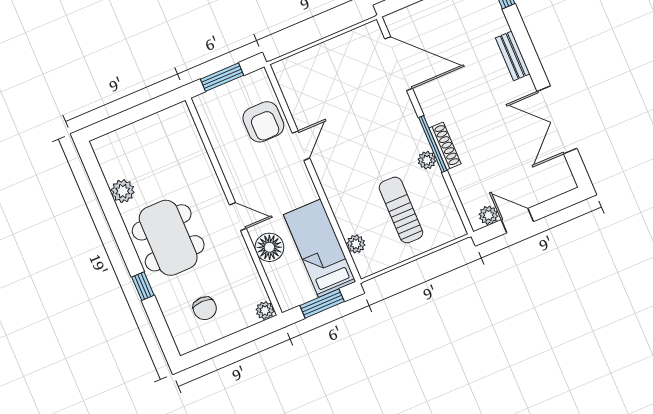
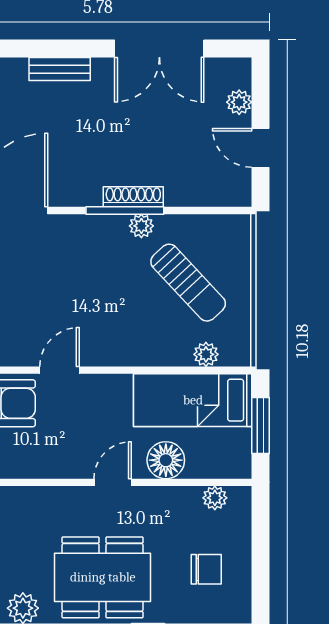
door: (301, 146) -> (60, 370), hinge flipped
sun lounger: (401, 210) -> (188, 283), turned -133
plant: (488, 215) -> (239, 102), moved
door: (517, 221) -> (260, 148), hinge flipped
plant: (265, 310) -> (215, 498), moved

